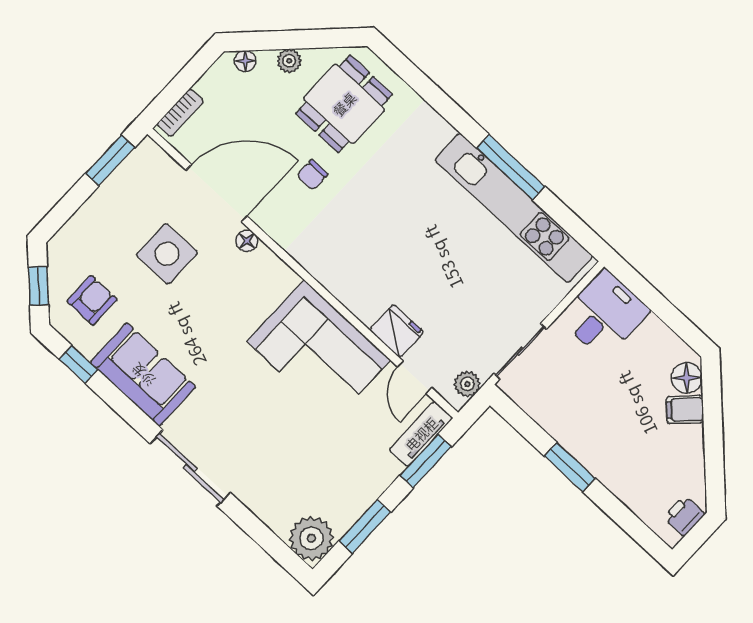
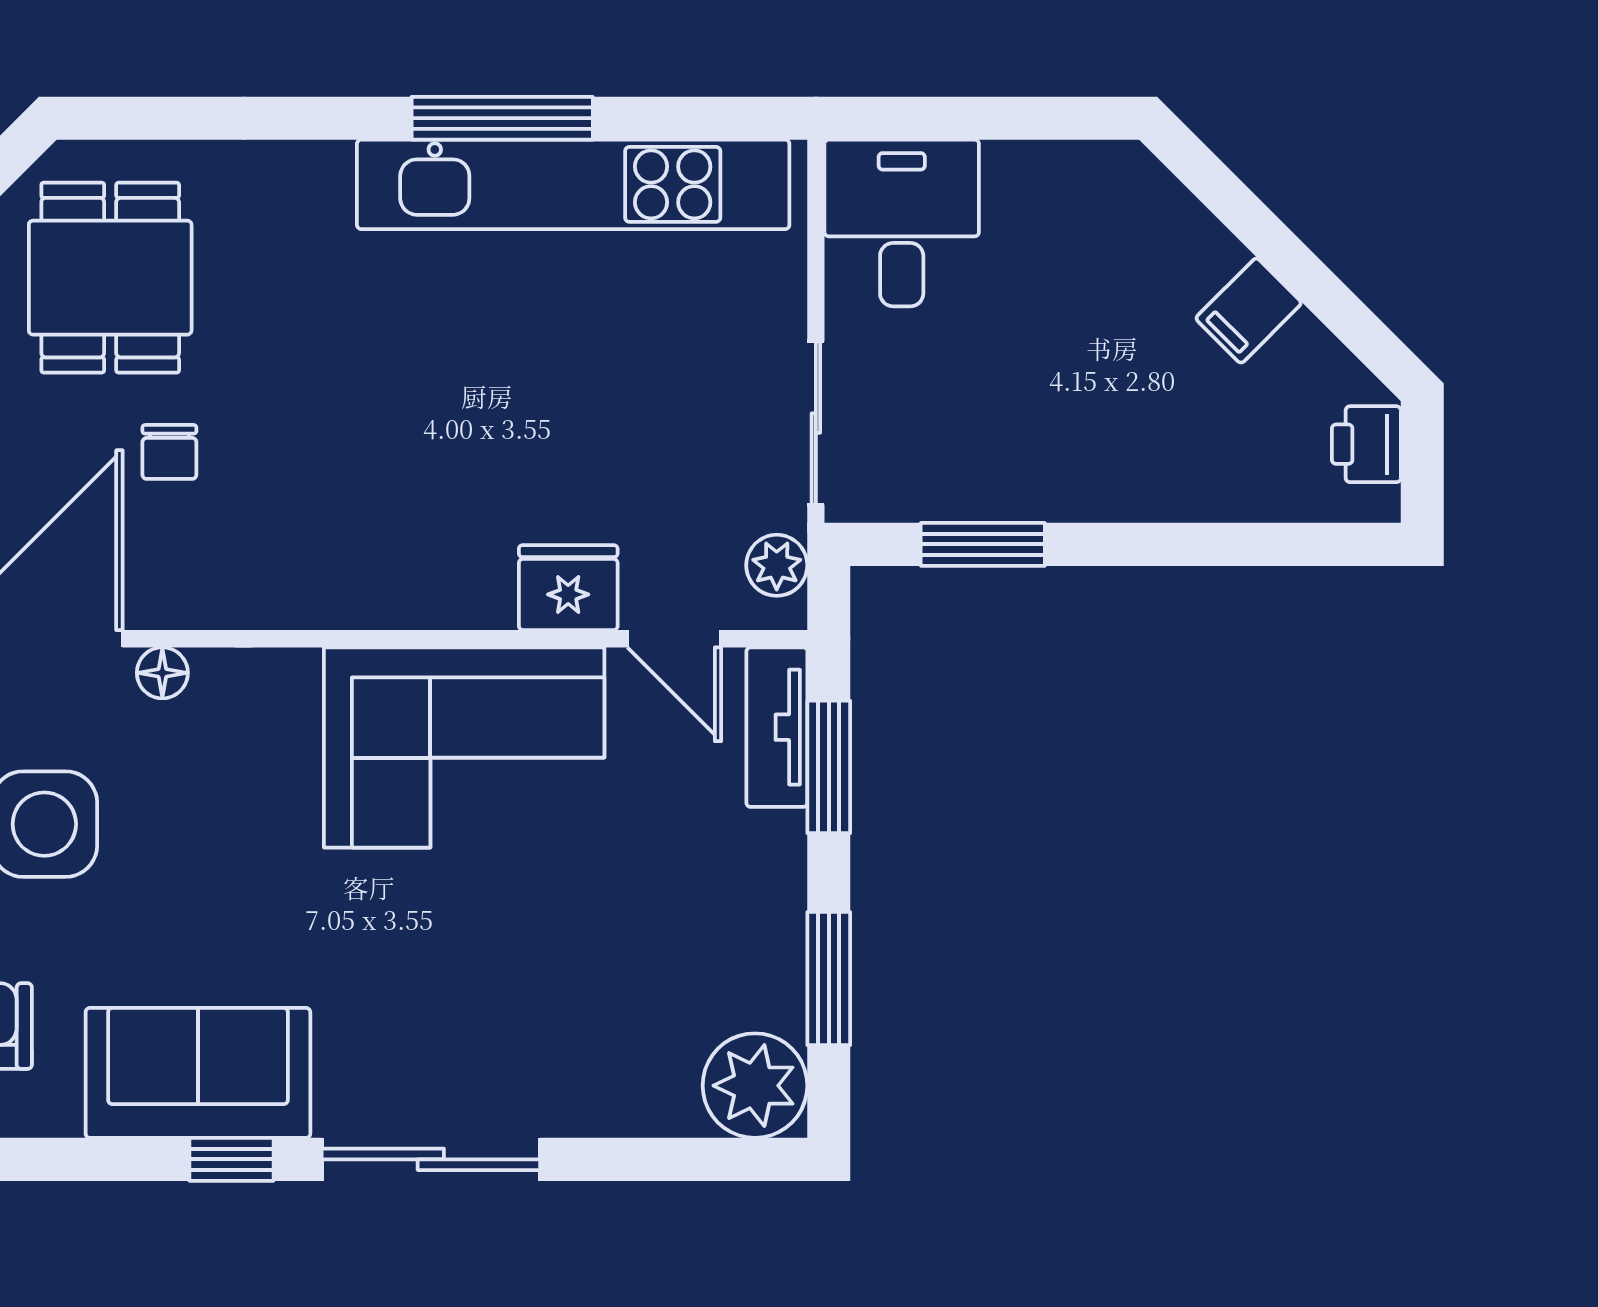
window: (78, 364) -> (231, 1159), moved
floor lamp: (687, 378) -> (1148, 200), removed
filing cabinet: (685, 410) -> (1249, 311), moved
window: (570, 467) -> (983, 544), moved

